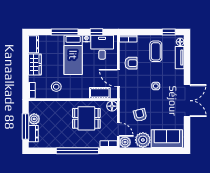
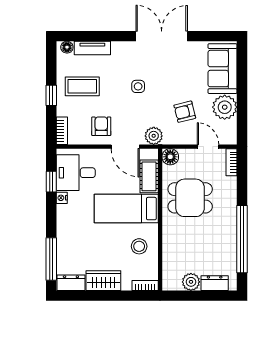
window: (65, 32) -> (51, 259), moved
window: (169, 32) -> (51, 95), moved
bed: (73, 55) -> (126, 209), moved, turned 180
door: (118, 78) -> (125, 147), hinge flipped
dining table: (86, 118) -> (190, 198), turned 90
window: (26, 127) -> (203, 296), removed
door: (118, 129) -> (208, 147), hinge flipped
plant: (125, 142) -> (154, 136), moved
window: (77, 151) -> (242, 239), moved

